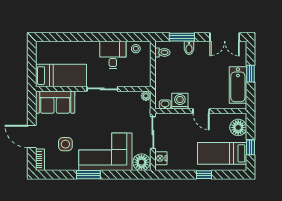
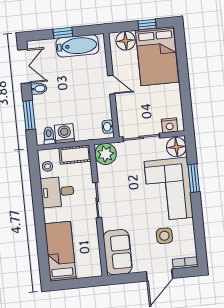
bidet: (189, 48) -> (39, 89), moved
cot: (144, 73) -> (75, 155), added
bed: (61, 76) -> (60, 251), moved
plant: (146, 96) -> (106, 154), width x1.87, depth x1.87
washing machine: (180, 101) -> (64, 133), moved, turned 90
door: (201, 111) -> (111, 85), hinge flipped
bed: (222, 153) -> (157, 56), width x1.50
window: (88, 175) -> (194, 178), moved
window: (204, 175) -> (183, 74), removed

